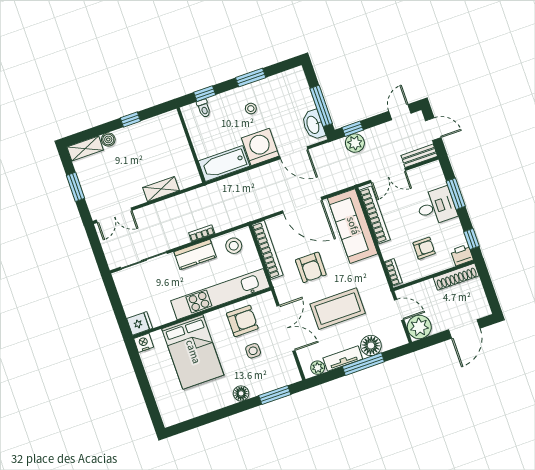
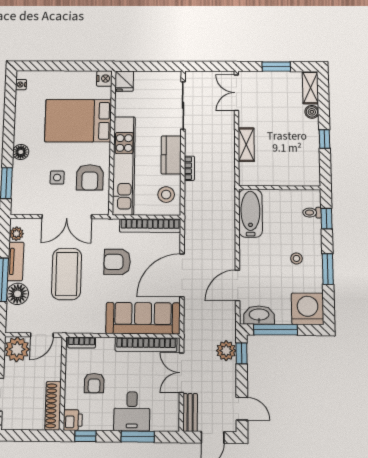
washing machine: (260, 147) -> (308, 309), moved, turned -90
nightstand: (177, 418) -> (21, 85), added

